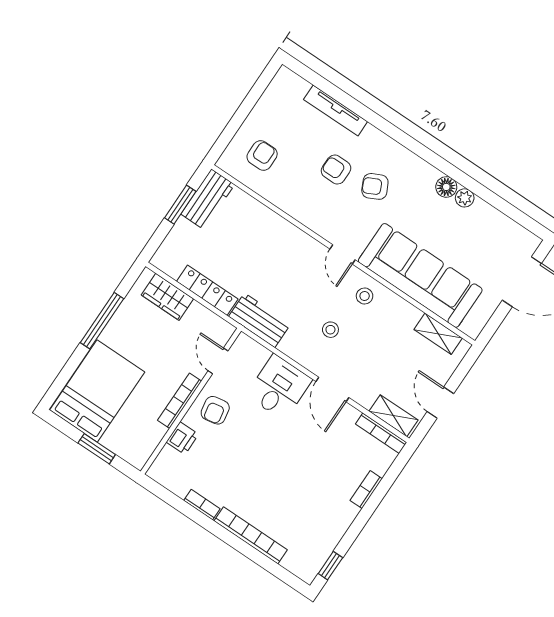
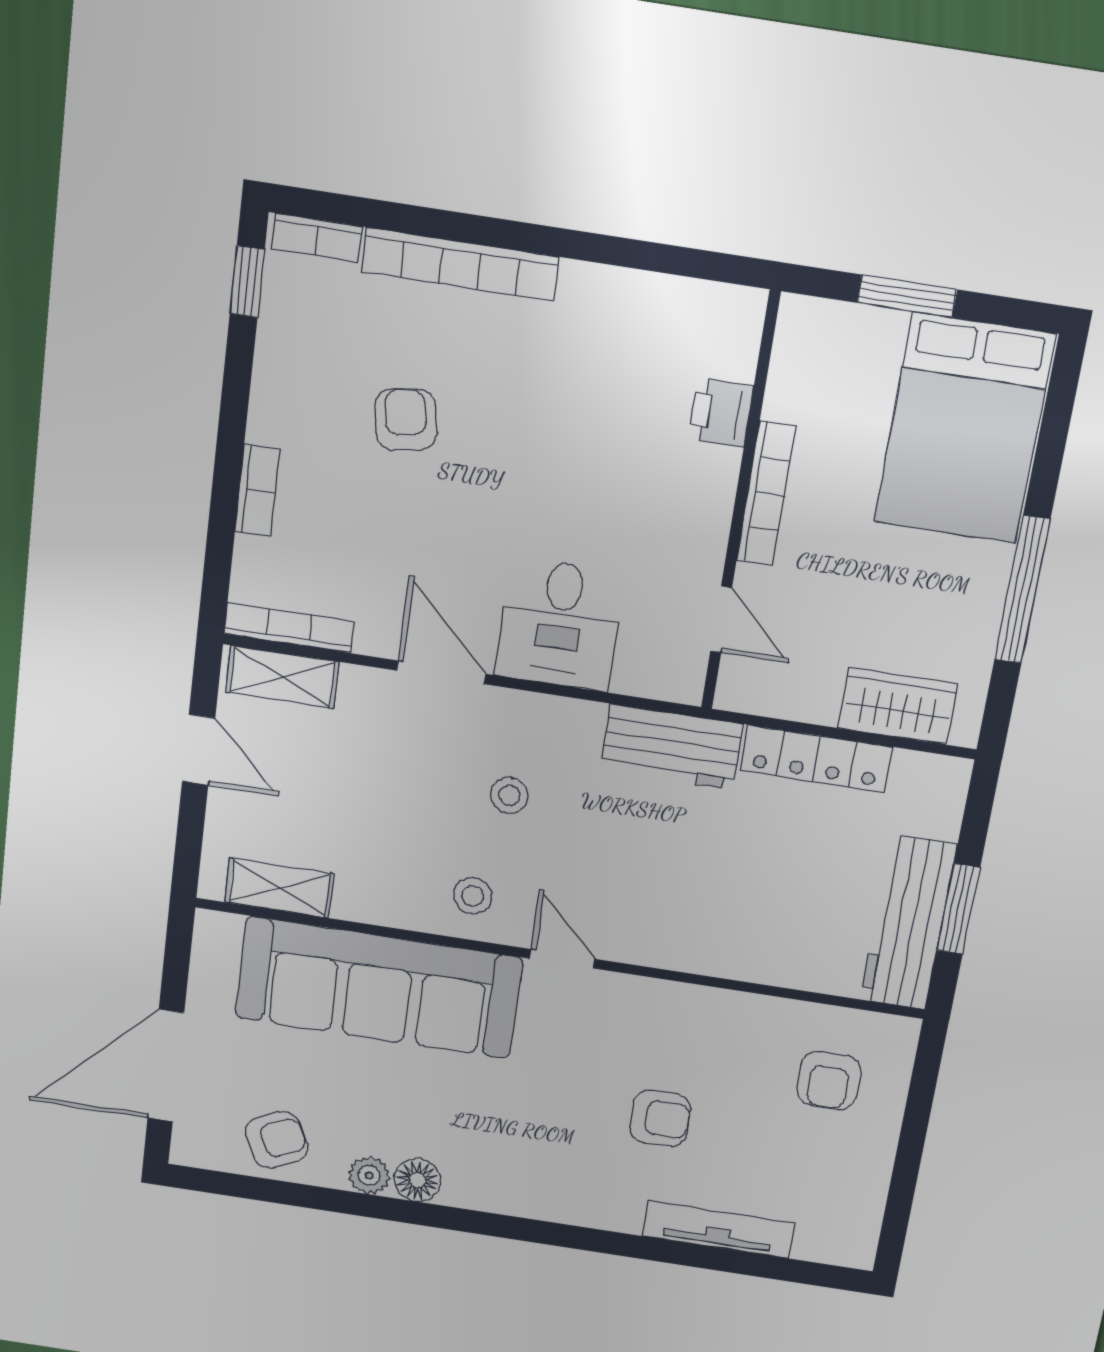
armchair: (375, 186) -> (277, 1140), moved
workbench: (208, 199) -> (908, 923), width x1.38
armchair: (215, 410) -> (406, 420), moved
bookcase: (202, 505) -> (317, 237), moved

